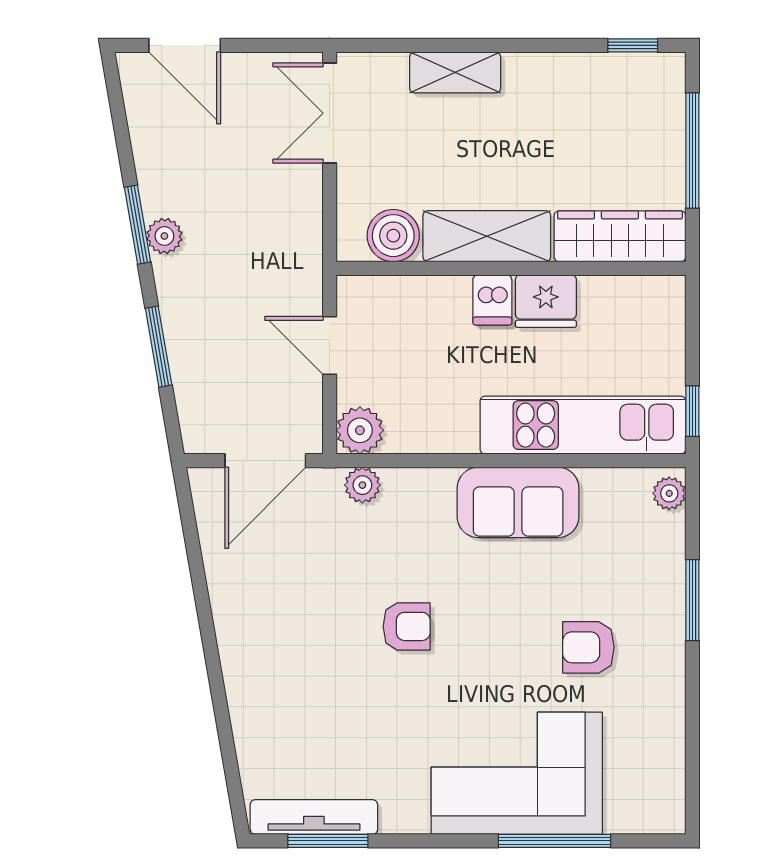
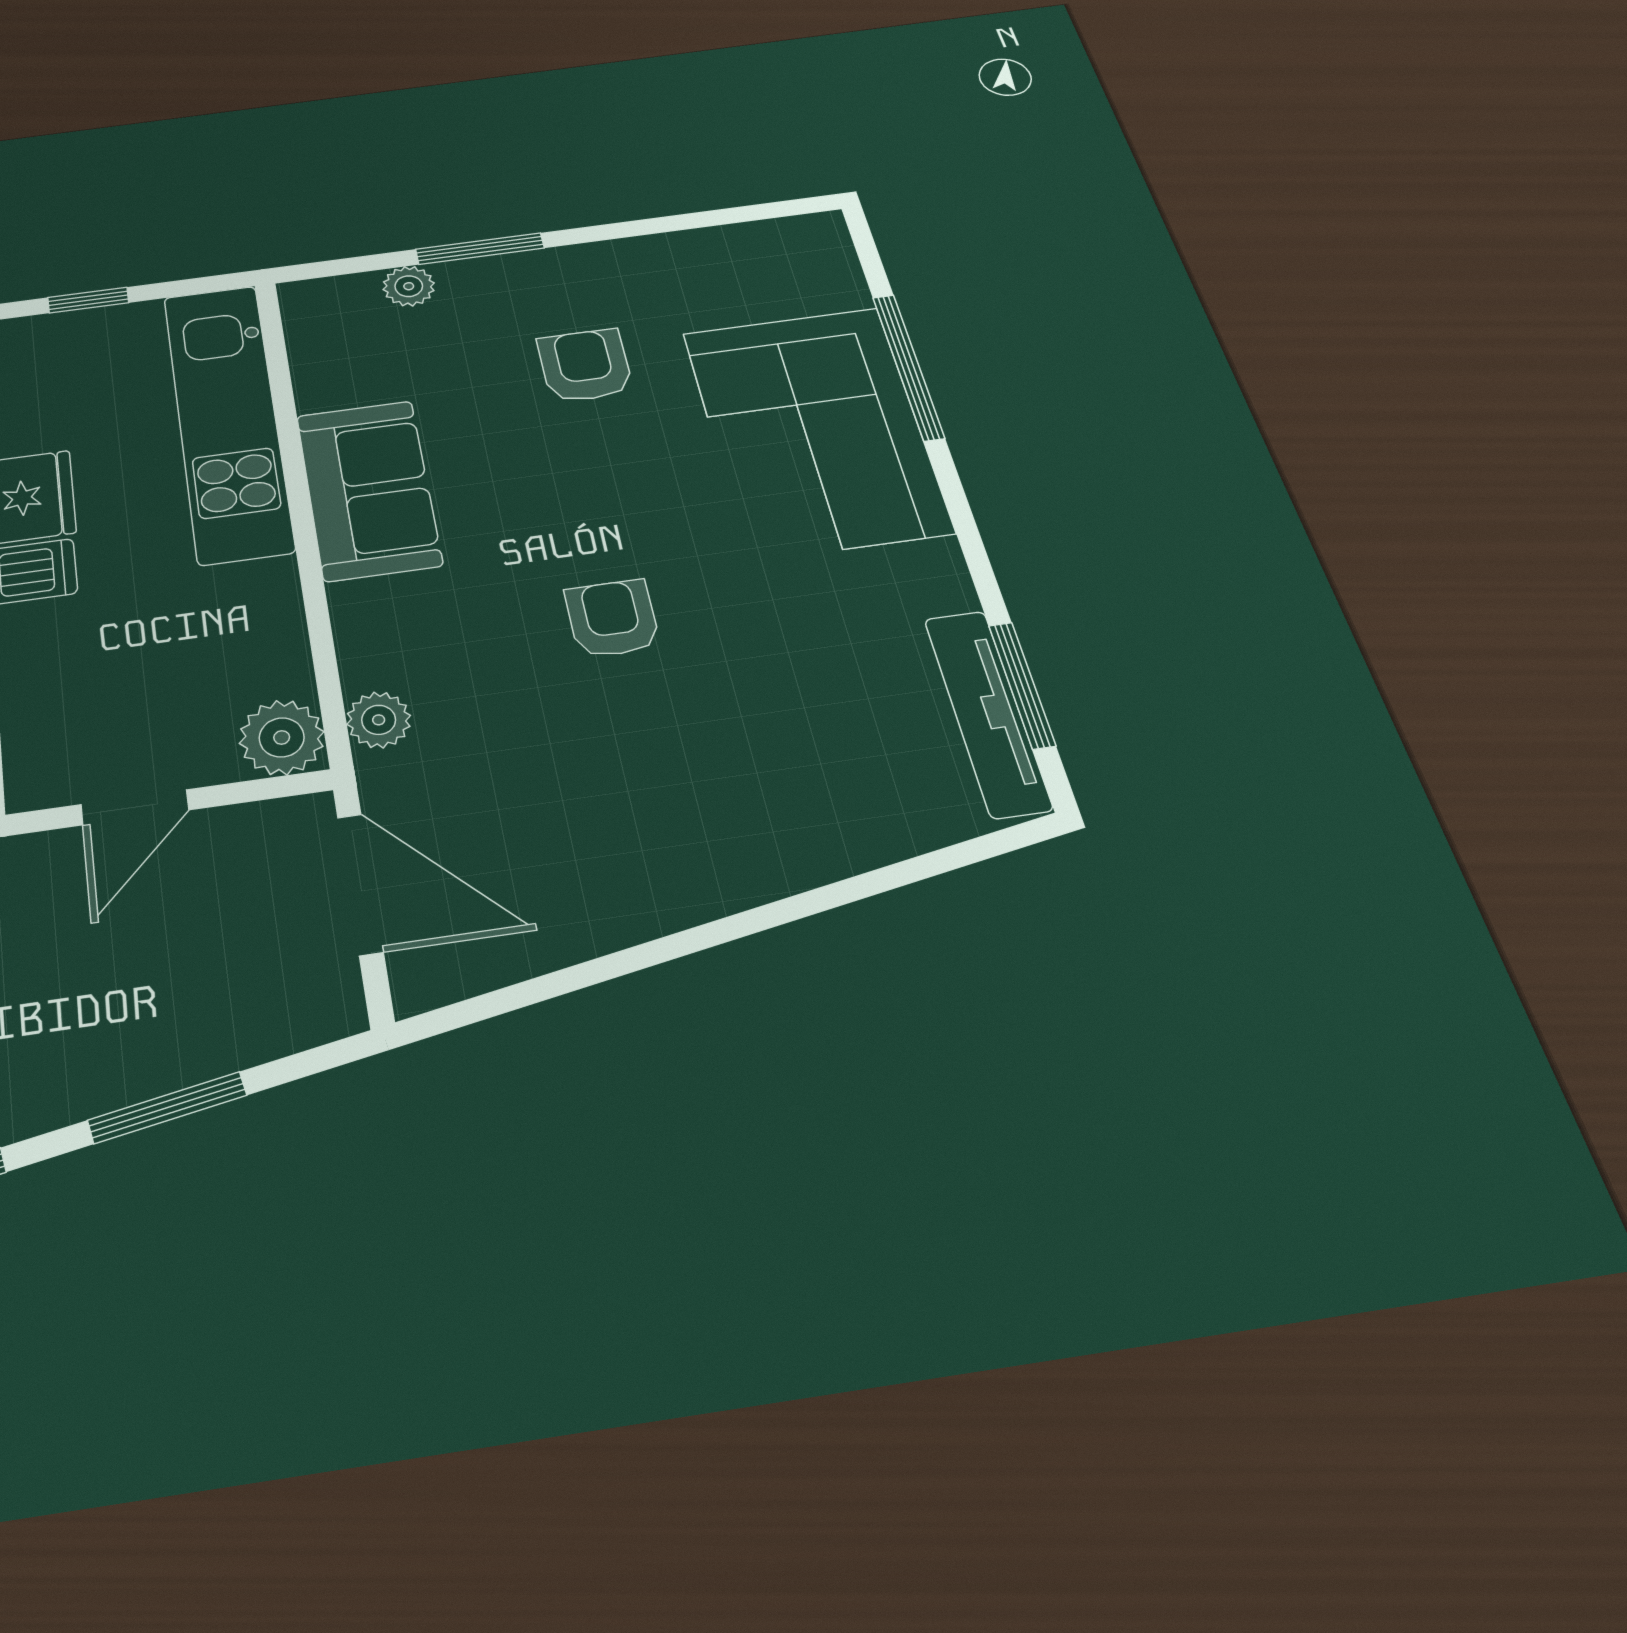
window: (692, 411) -> (88, 300), moved
plant: (669, 493) -> (409, 286), moved
armchair: (588, 647) -> (585, 365), turned 180

